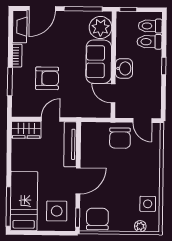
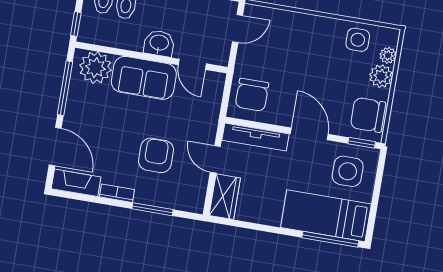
door: (113, 93) -> (192, 64), hinge flipped
chair: (120, 138) -> (252, 95), moved, turned 90
plant: (125, 224) -> (381, 76), added

